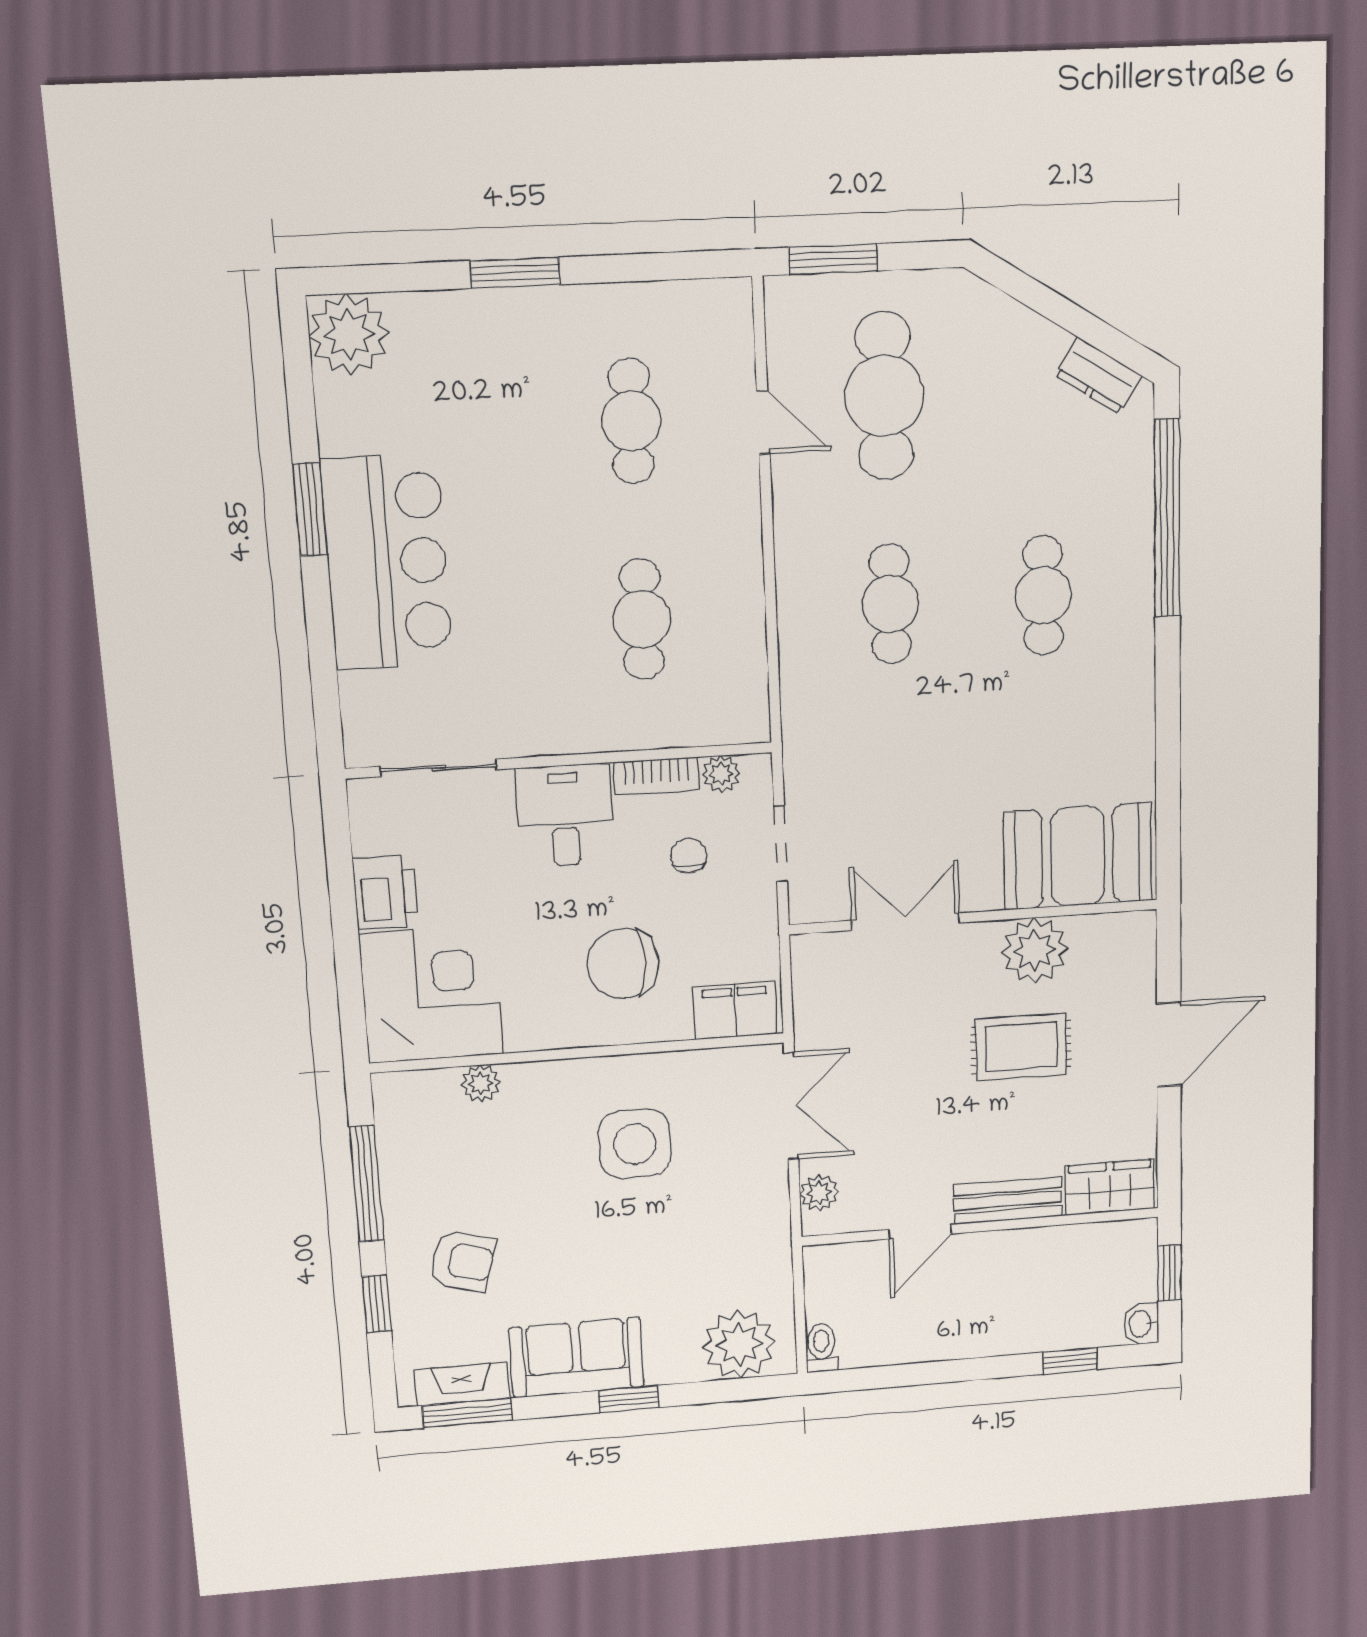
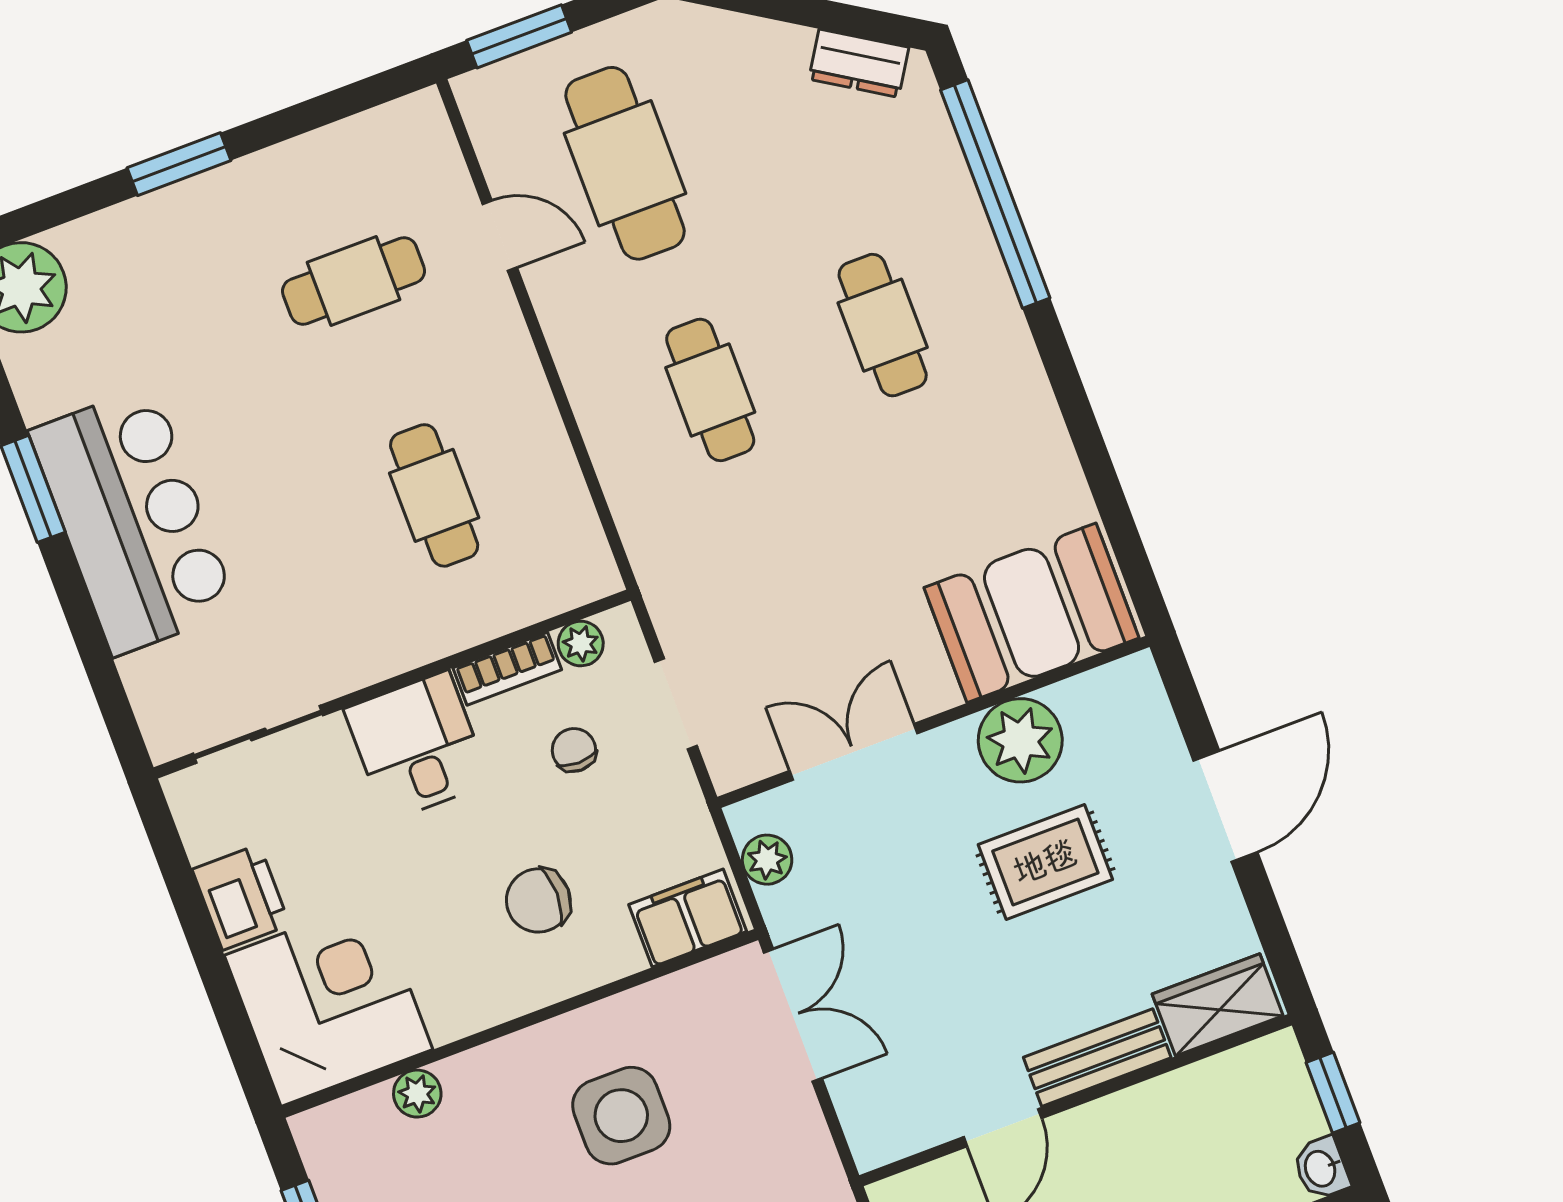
cafe table: (631, 421) -> (354, 281), turned 90
chair: (623, 964) -> (538, 900), width x0.73, depth x0.73
plant: (819, 1193) -> (767, 860), moved

